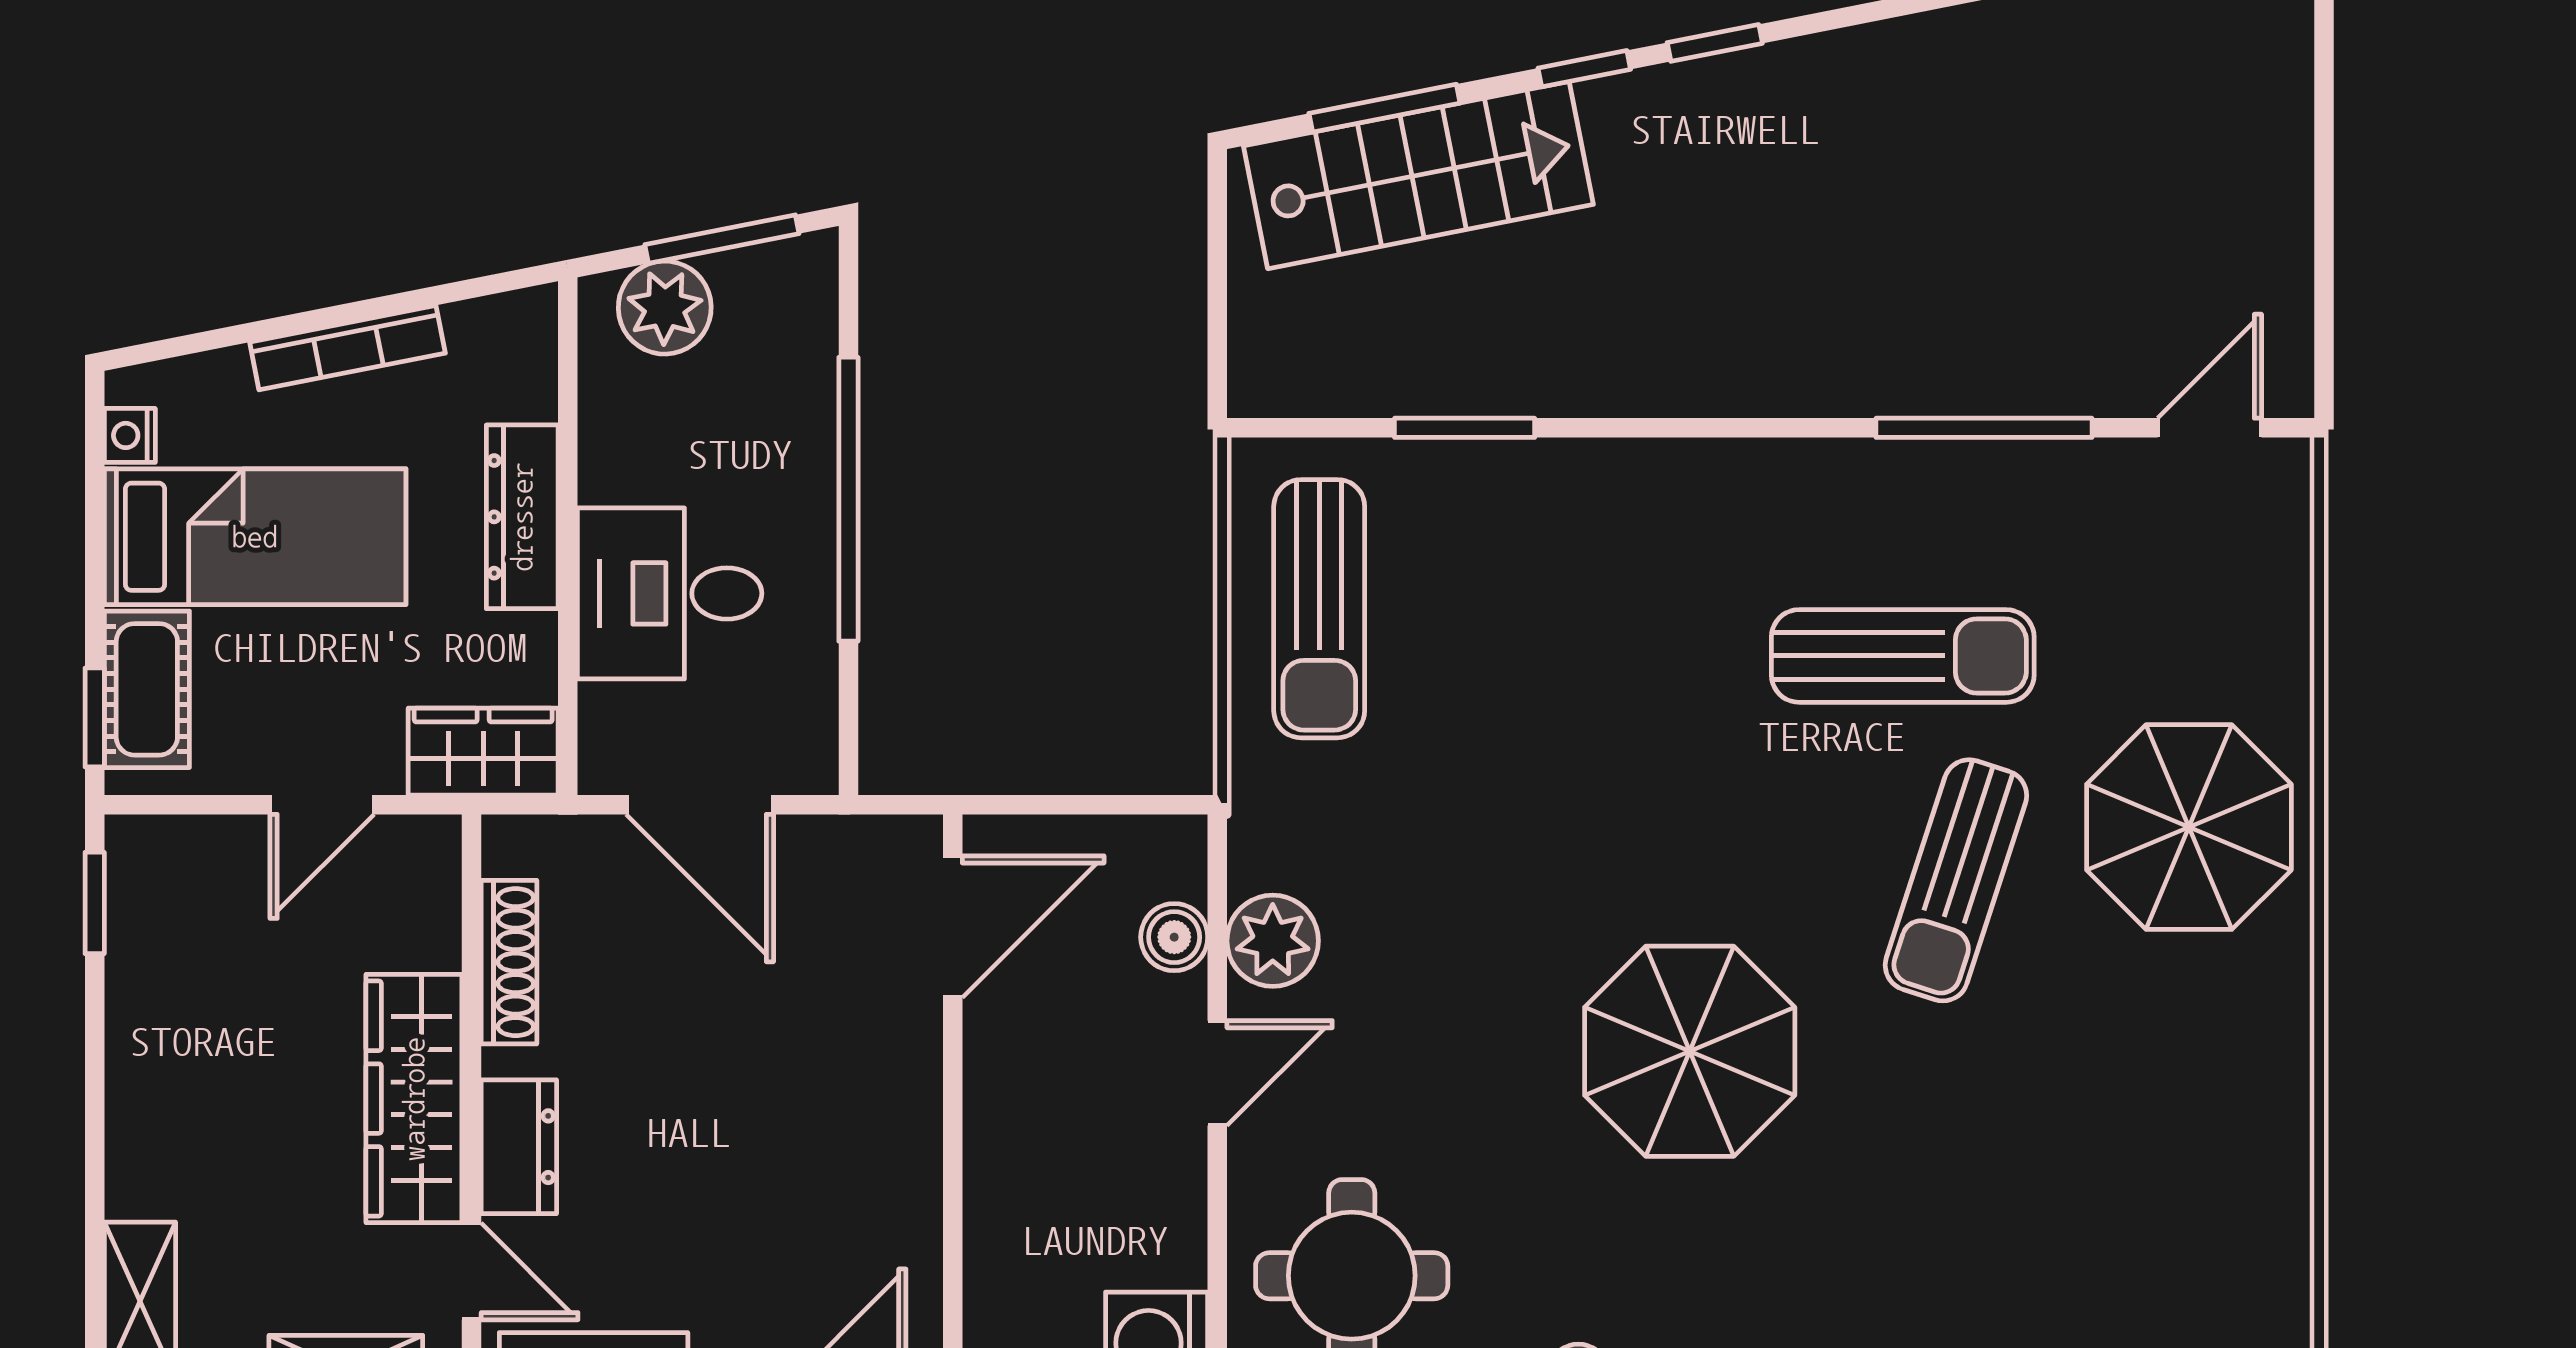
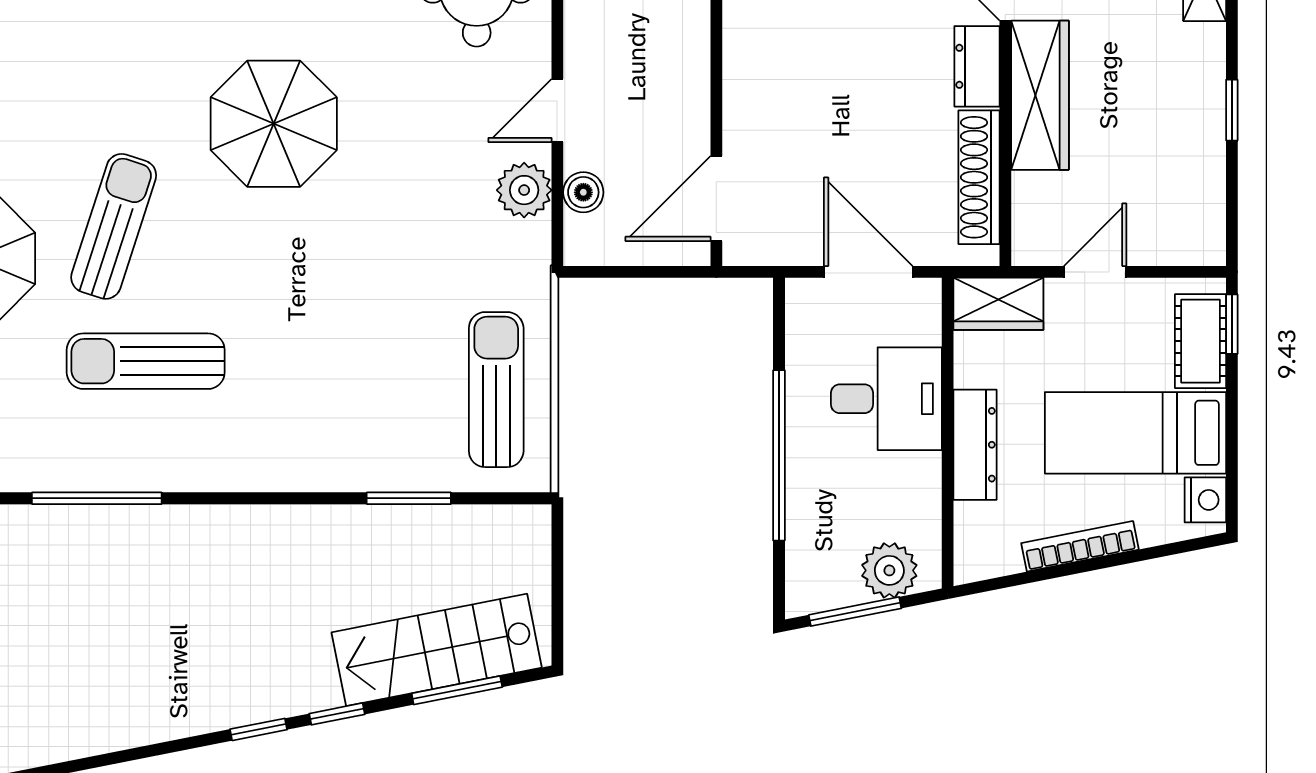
nightstand: (130, 435) -> (1205, 500), width x1.39, depth x1.35
window: (95, 903) -> (1232, 110), moved
shoe rack: (509, 962) -> (979, 177), width x1.36, depth x1.24

